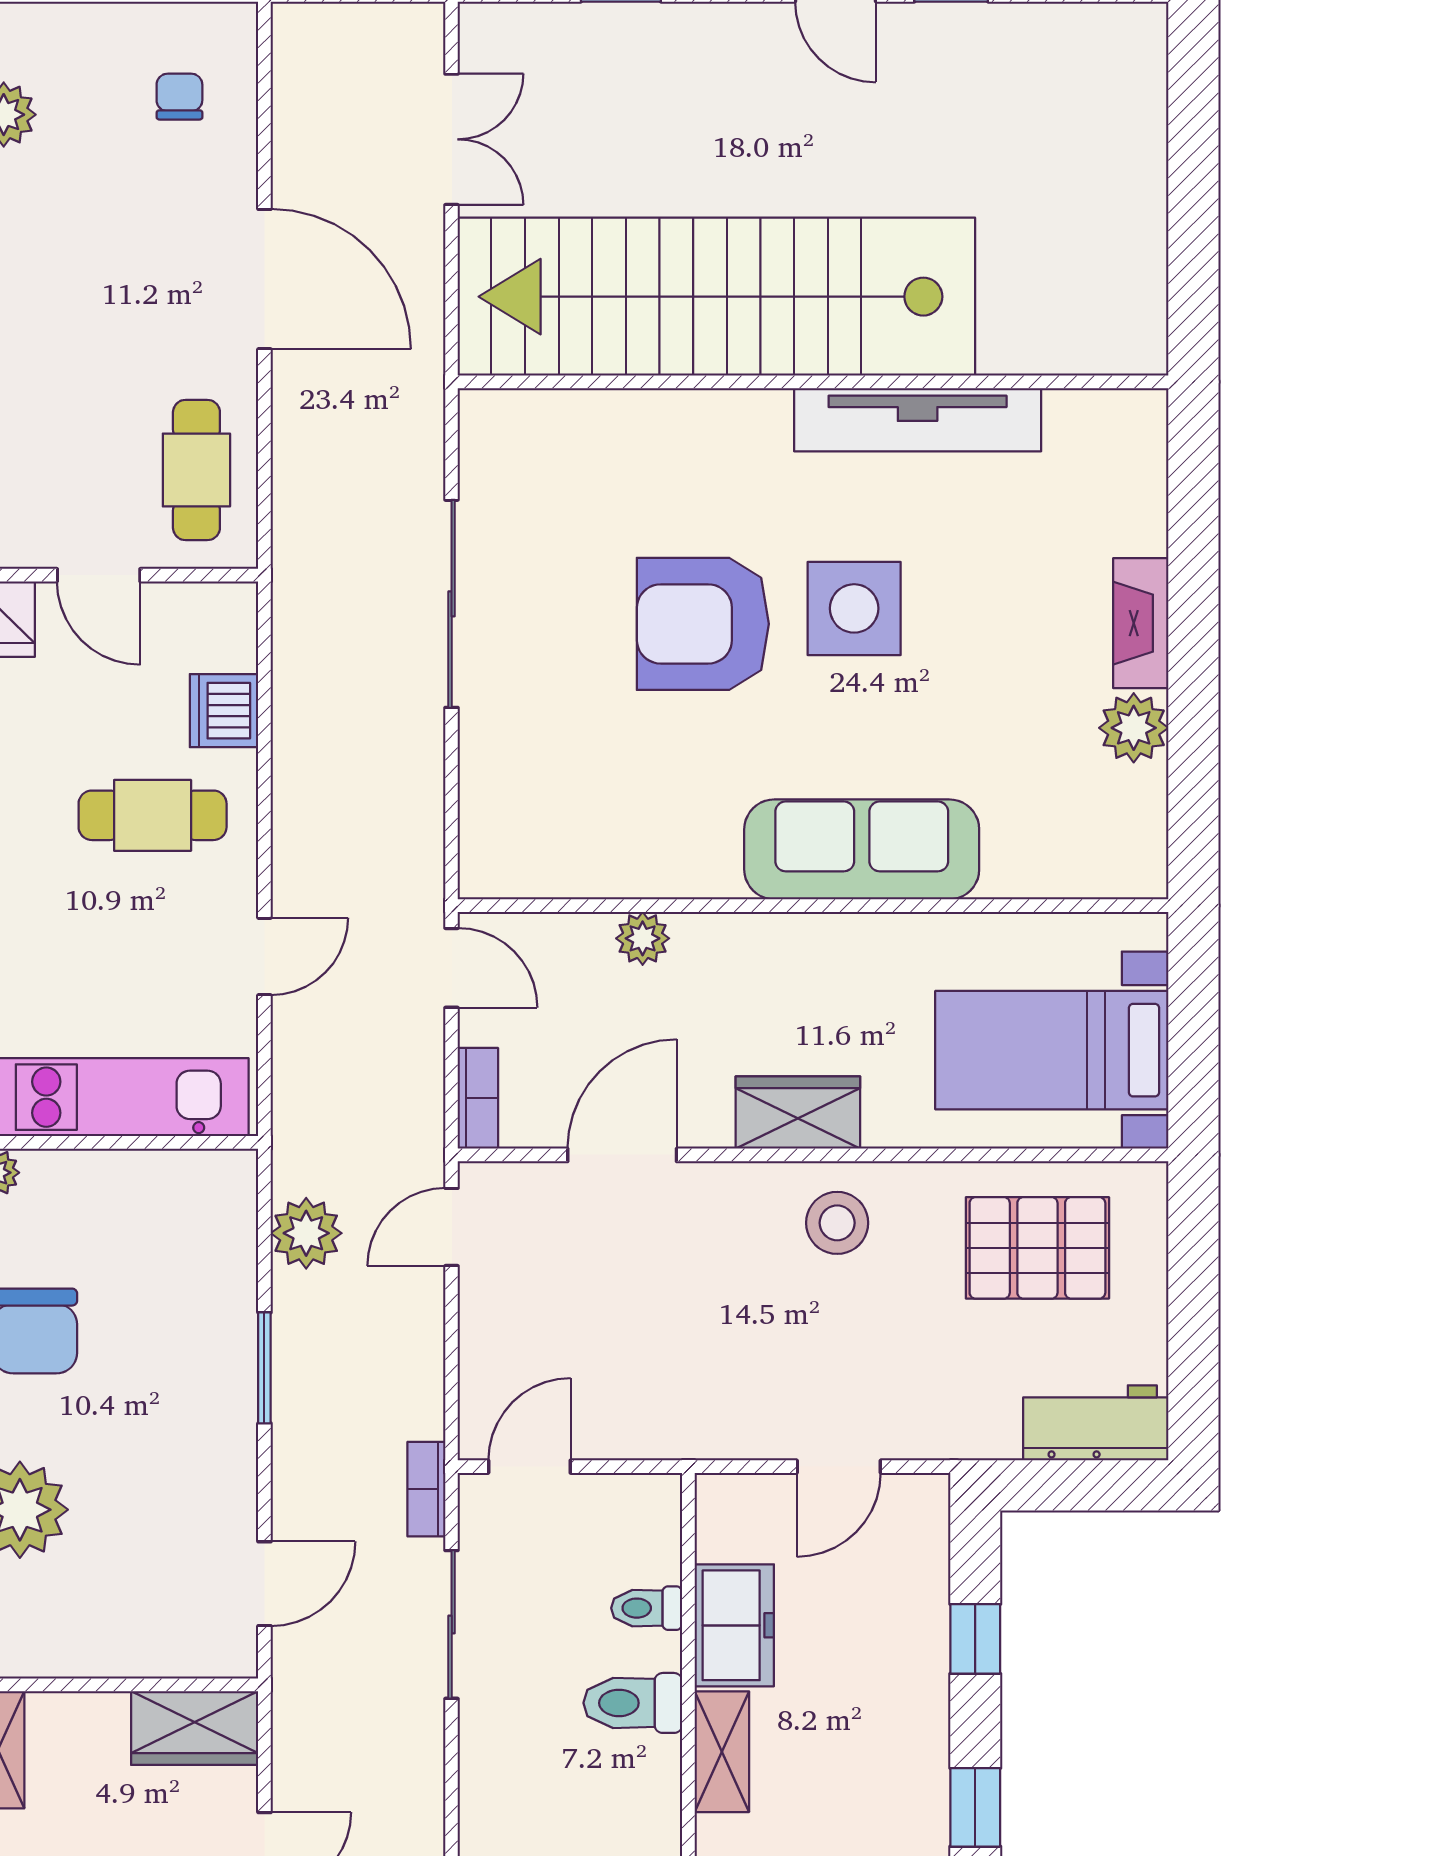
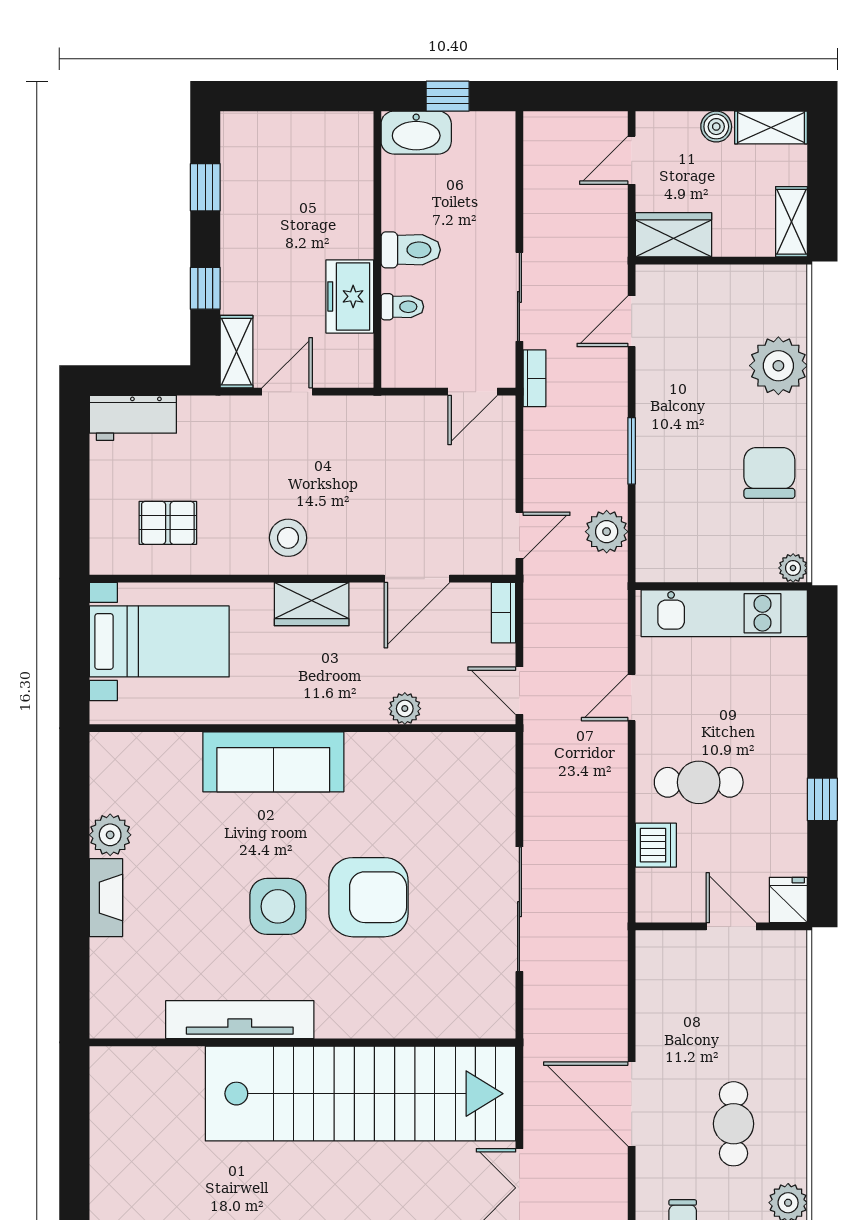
cafe table: (196, 470) -> (734, 1124), moved
pallet: (1037, 1248) -> (168, 523), width x0.67, depth x0.71
shelving: (722, 1752) -> (236, 352), moved

